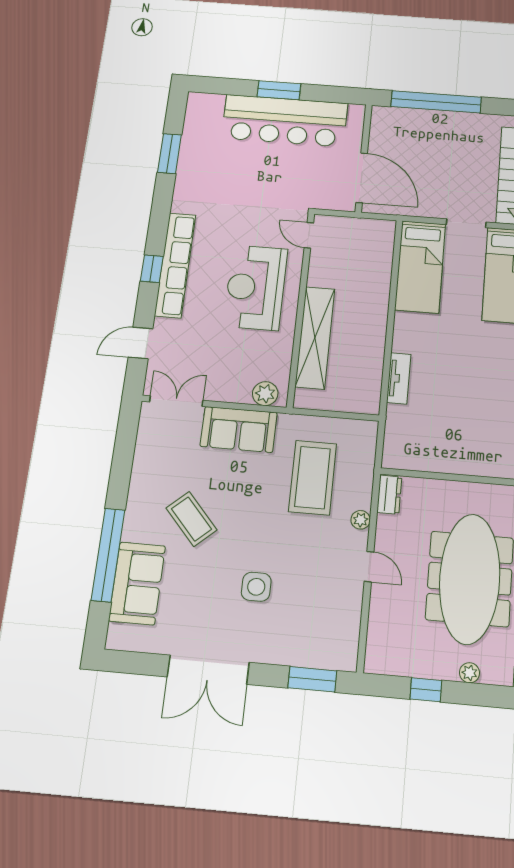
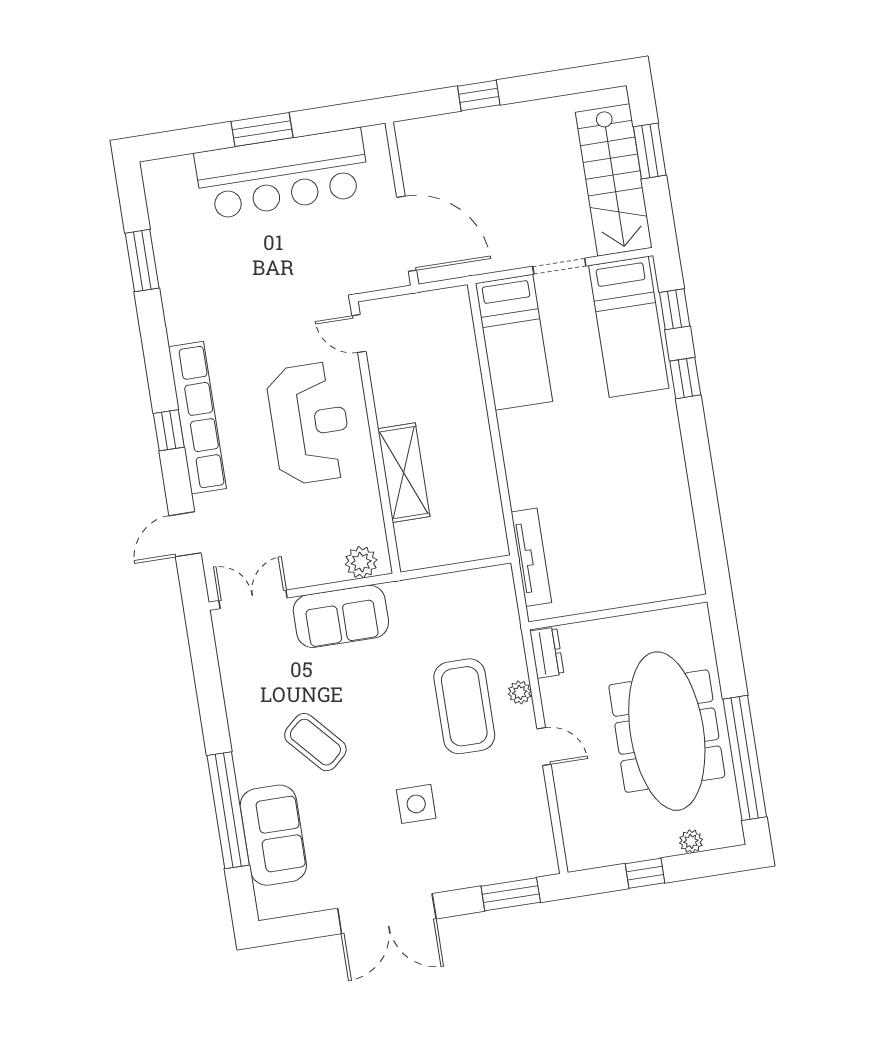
window: (436, 102) -> (479, 96), width x0.32
reception desk: (256, 287) -> (310, 423), turned 180
shelving: (315, 338) -> (404, 473), width x0.68
tv unit: (399, 378) -> (531, 557), moved, width x1.41
coffee table: (313, 478) -> (464, 706), moved

